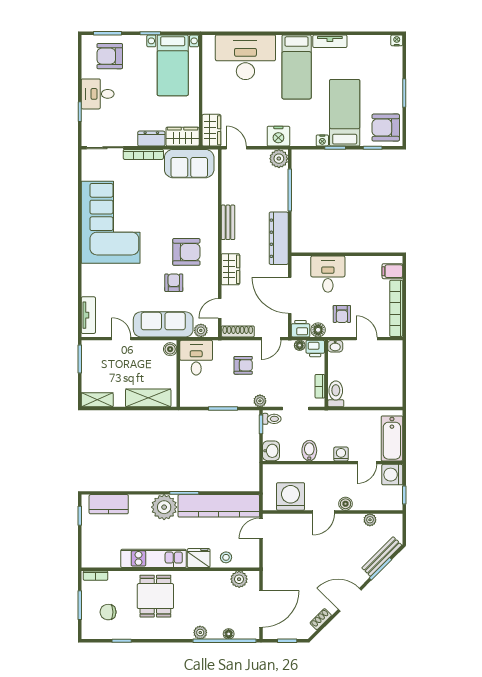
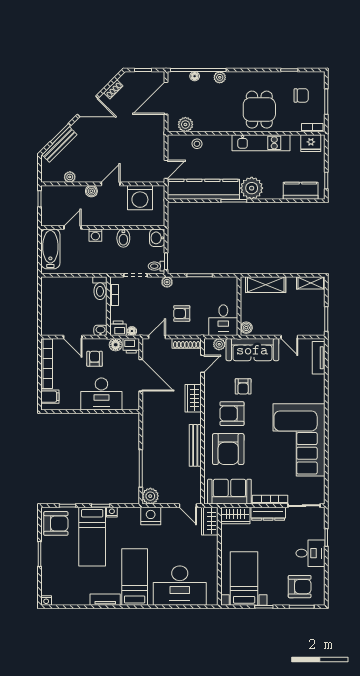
dresser: (151, 139) -> (268, 514), width x1.44
armchair: (191, 212) -> (228, 449), added
bench: (228, 222) -> (195, 445), width x1.36
dresser: (279, 238) -> (150, 426), removed
desk: (328, 274) -> (101, 394), width x1.37
washing machine: (392, 475) -> (50, 217), removed
fridge: (199, 558) -> (311, 143), moved

